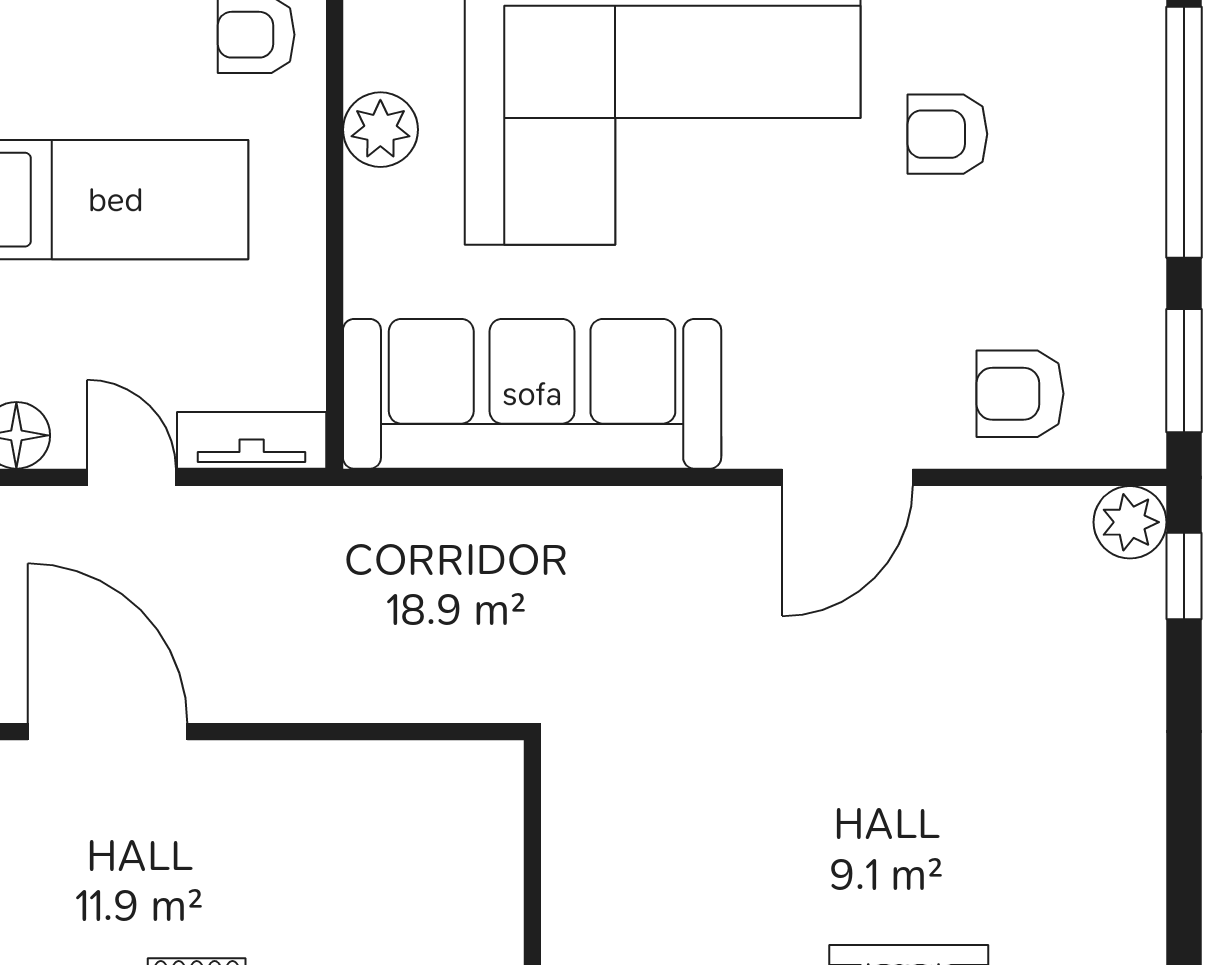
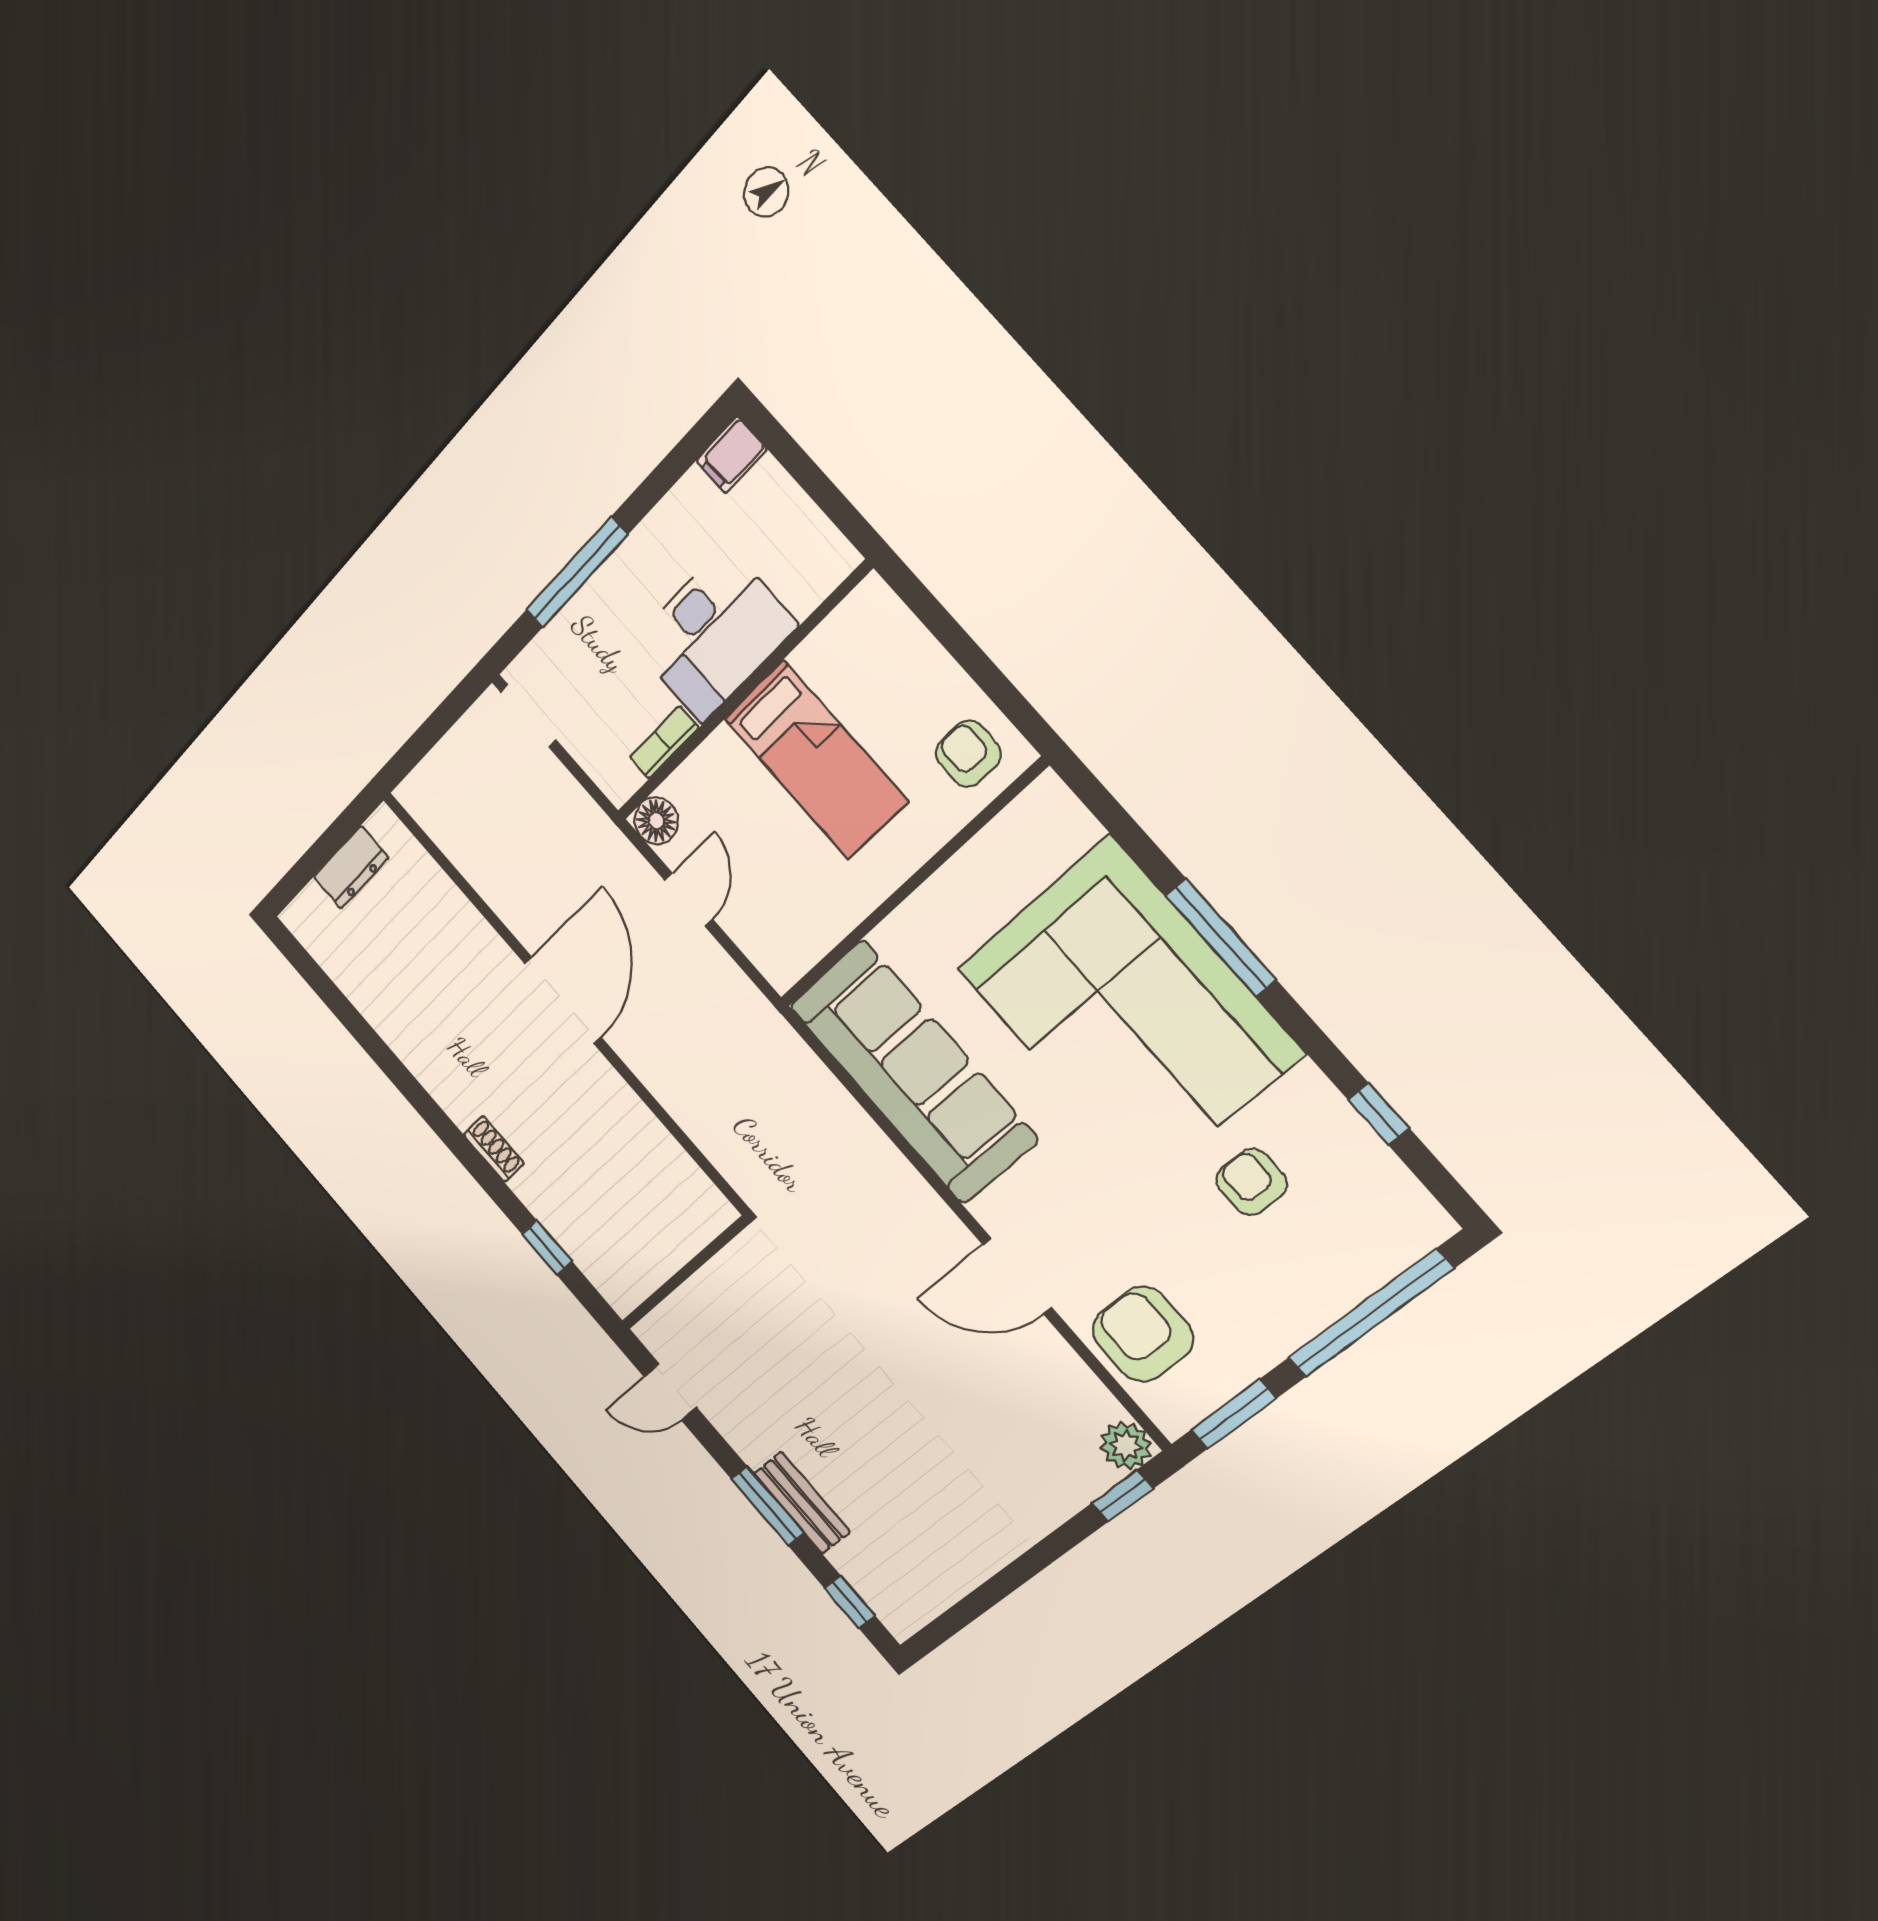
plant: (380, 130) -> (978, 868), removed
armchair: (1020, 394) -> (1143, 1334), width x1.38, depth x1.38
tv unit: (252, 440) -> (761, 945), removed

